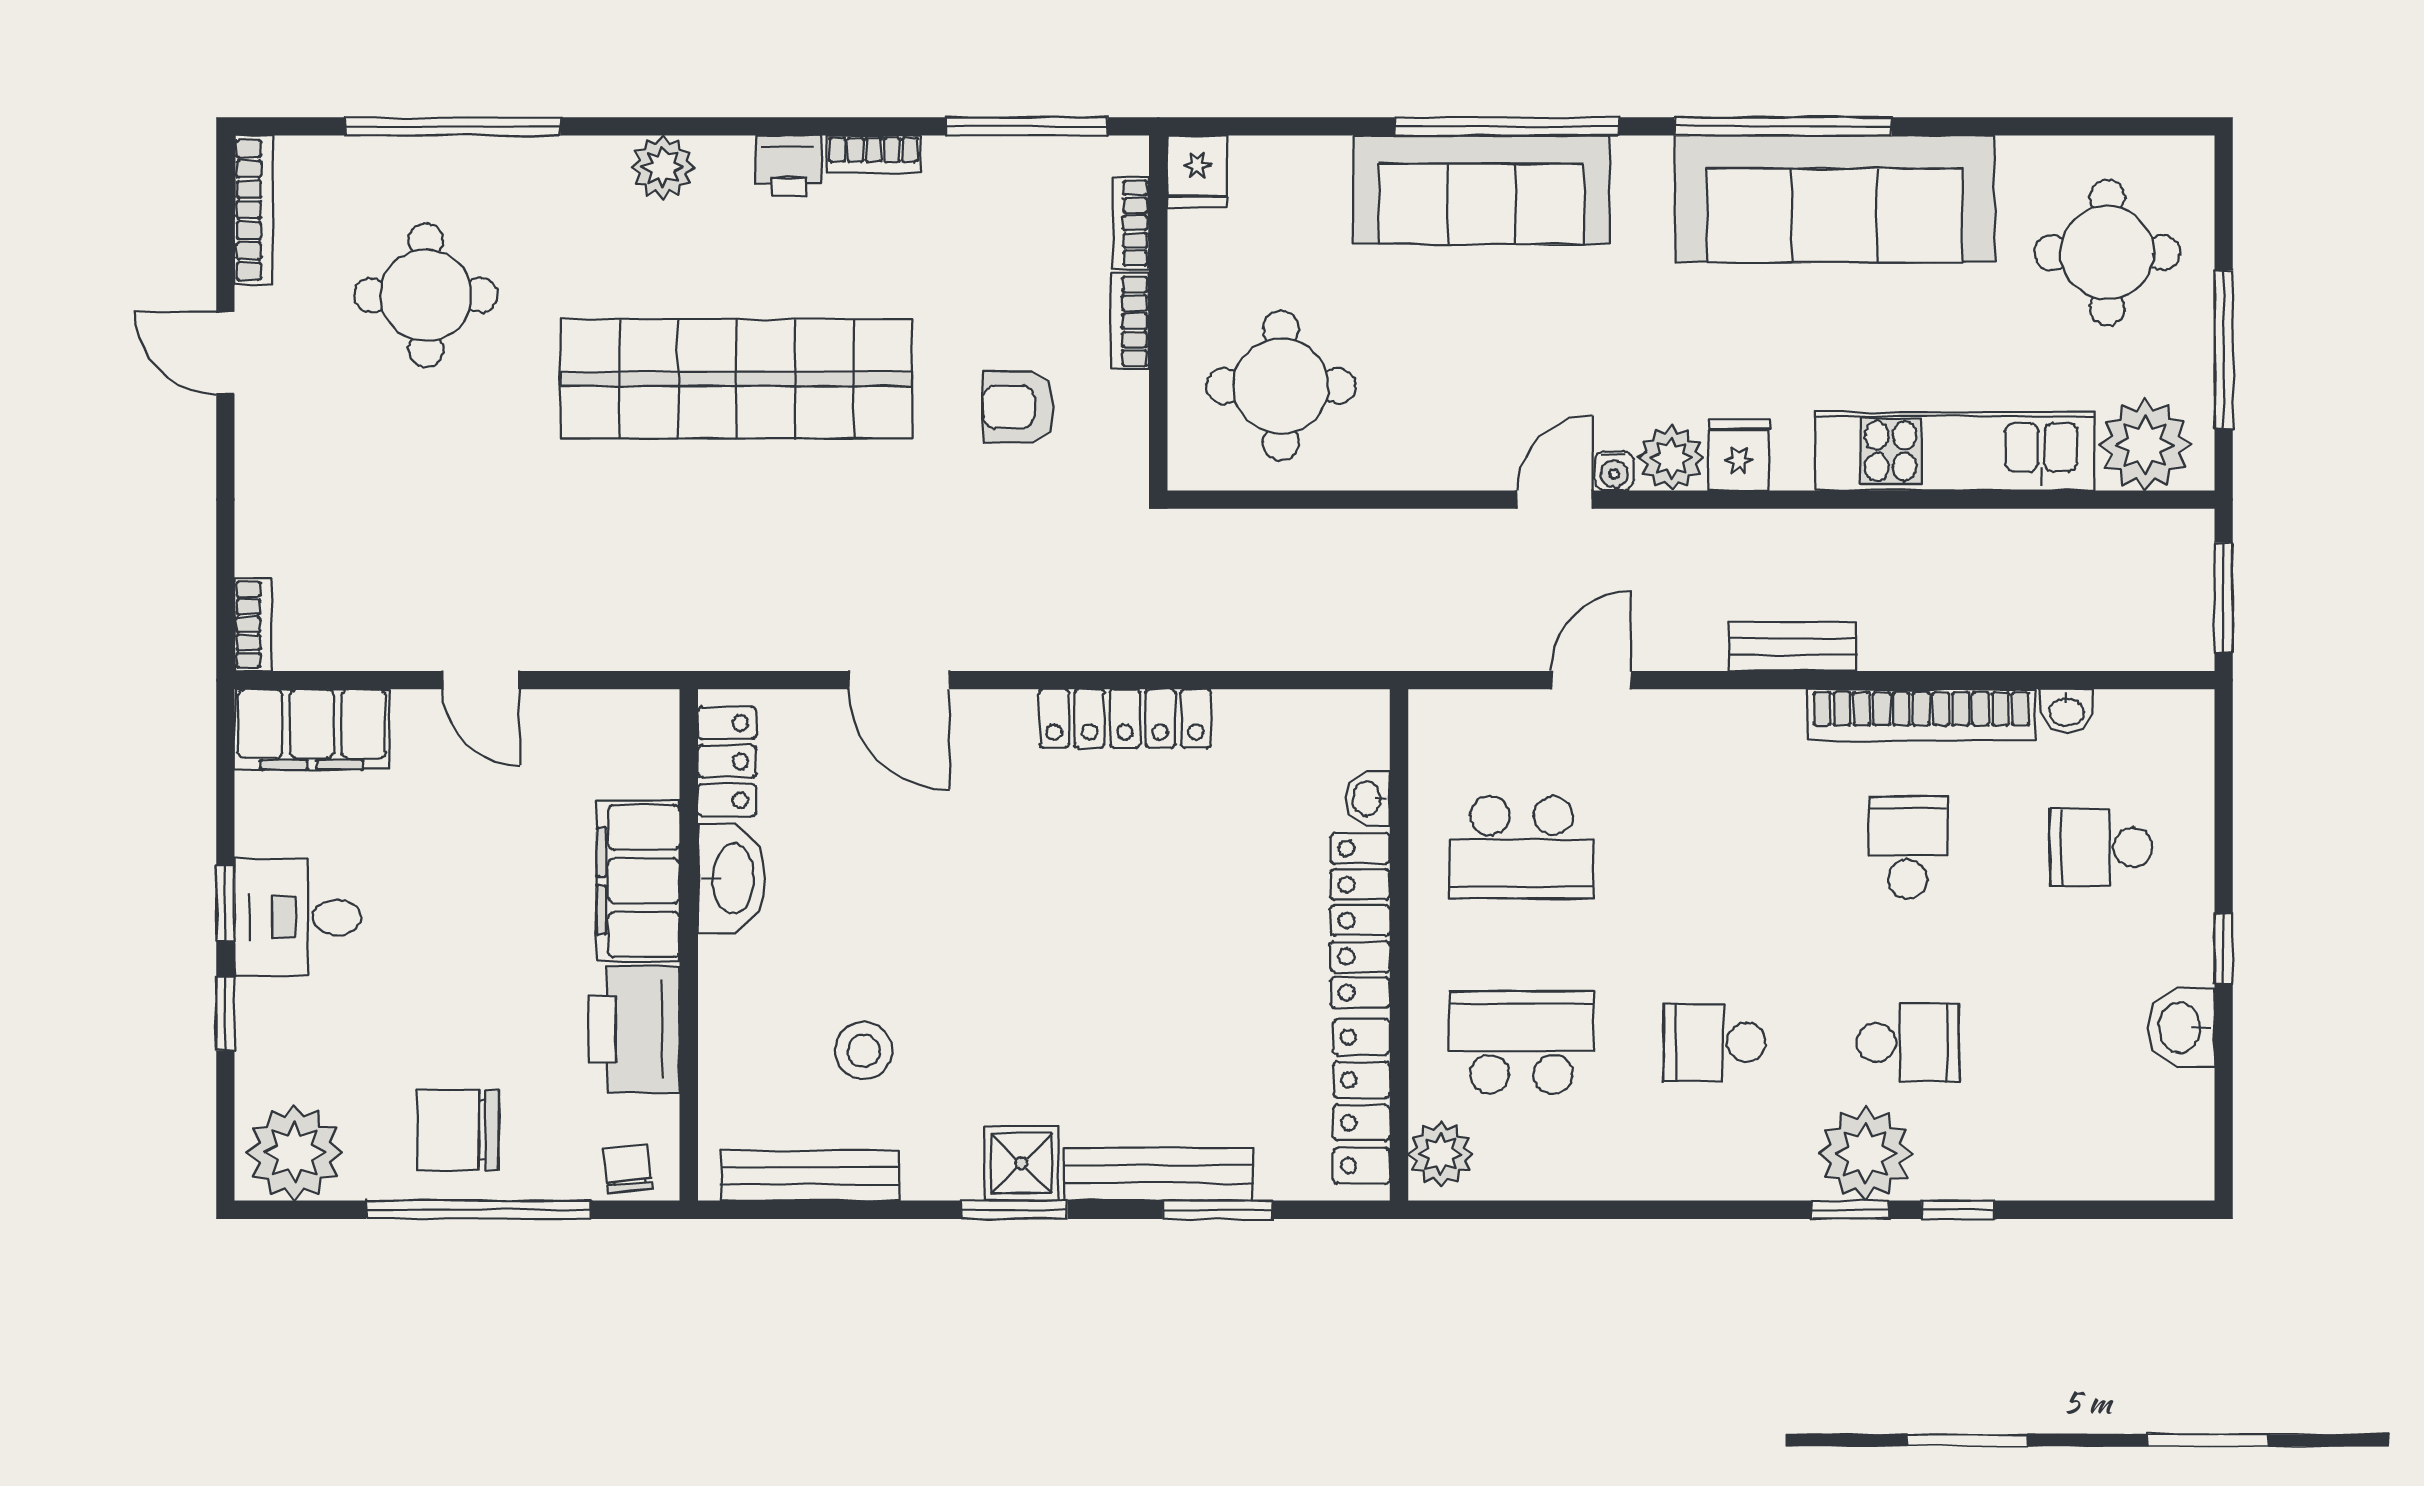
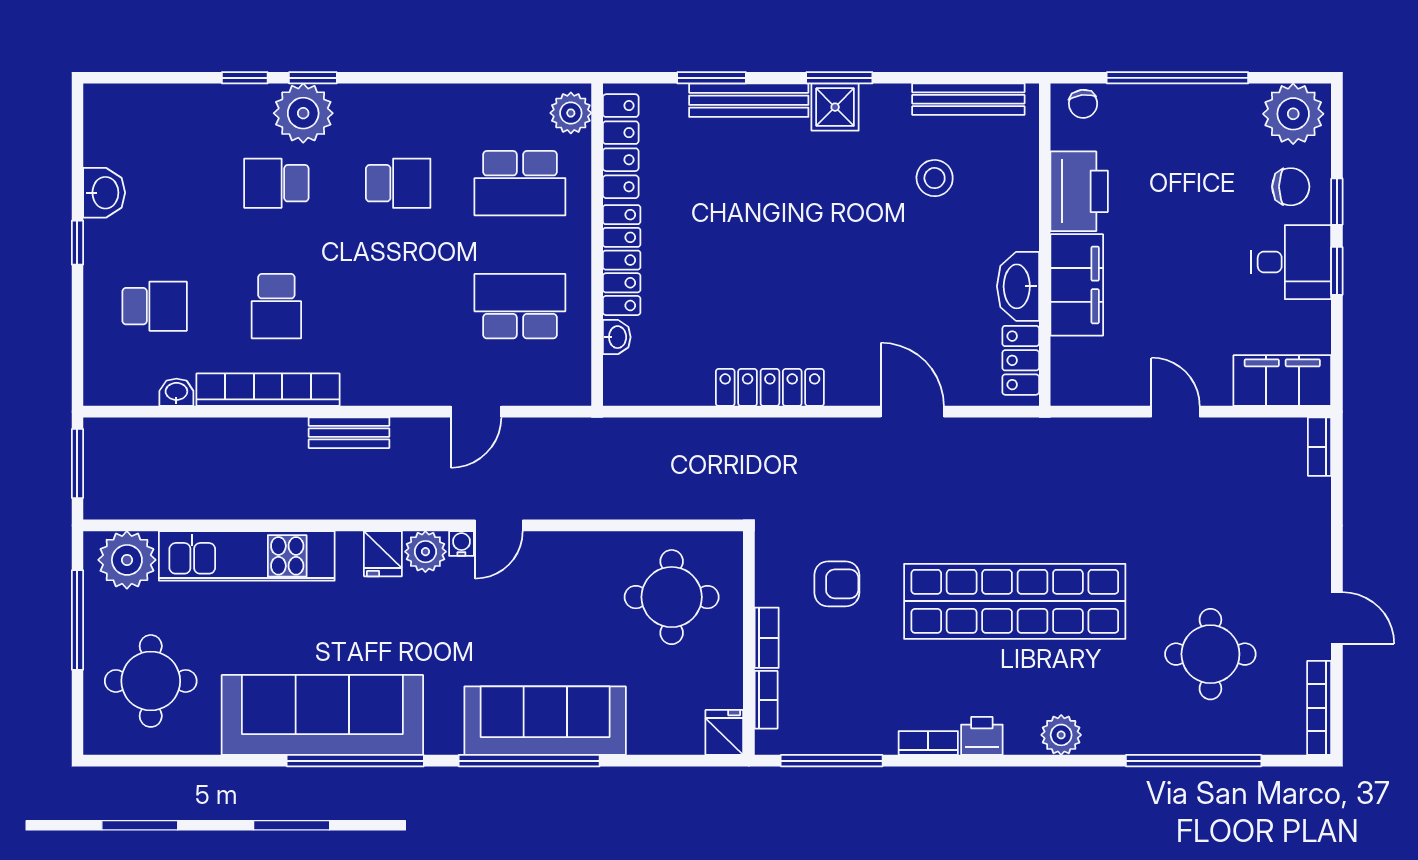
chair: (458, 1130) -> (1291, 187), moved, width x0.73, depth x0.73

